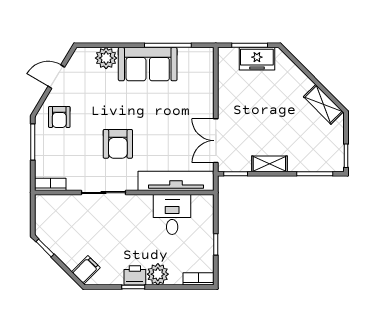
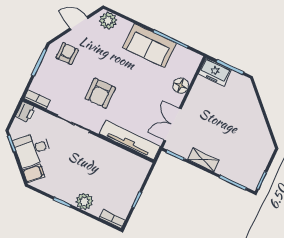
plant: (106, 58) -> (108, 21), moved
freezer: (257, 59) -> (215, 72), moved
floor lamp: (204, 92) -> (181, 86), added
shelving: (323, 104) -> (263, 135), removed
armchair: (59, 117) -> (67, 54), turned 180
desk: (172, 215) -> (32, 149), moved, turned -135
printer: (135, 275) -> (26, 112), moved, turned 90

